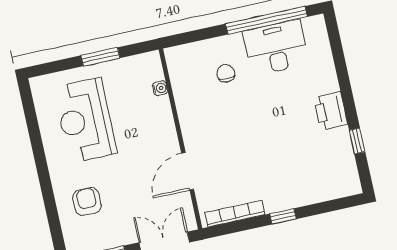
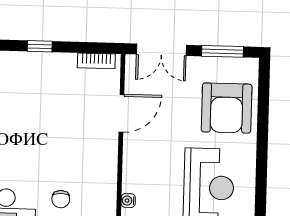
armchair: (87, 202) -> (227, 108), width x1.88, depth x1.88
bookcase: (235, 214) -> (96, 61), width x0.64

